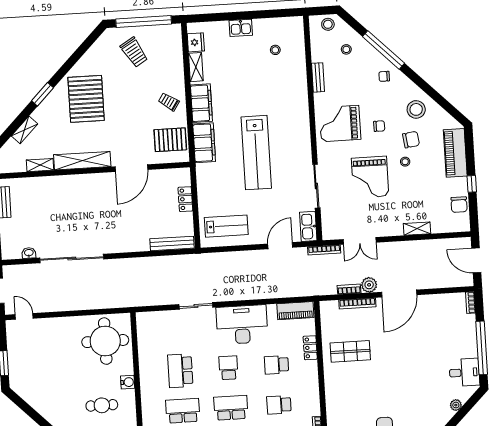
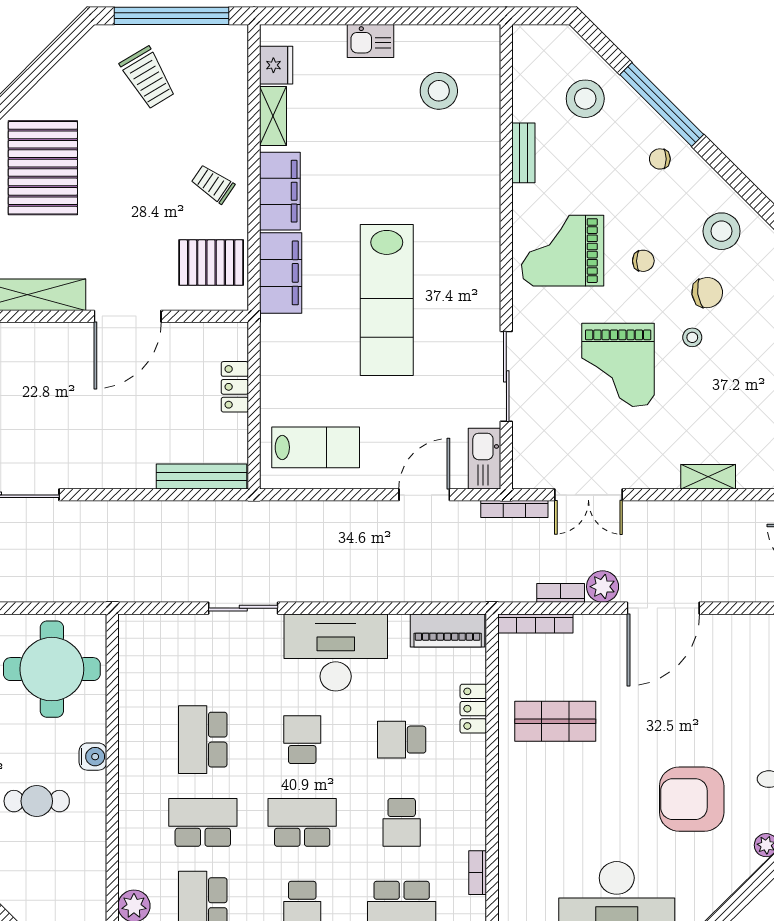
stool: (328, 24) -> (550, 45), removed
stool: (346, 49) -> (585, 99), width x1.89, depth x1.89
stool: (275, 50) -> (439, 91), width x1.89, depth x1.89
bookcase: (357, 303) -> (535, 623), moved
armchair: (419, 385) -> (692, 799), added
school desk: (279, 405) -> (402, 822), turned -90

